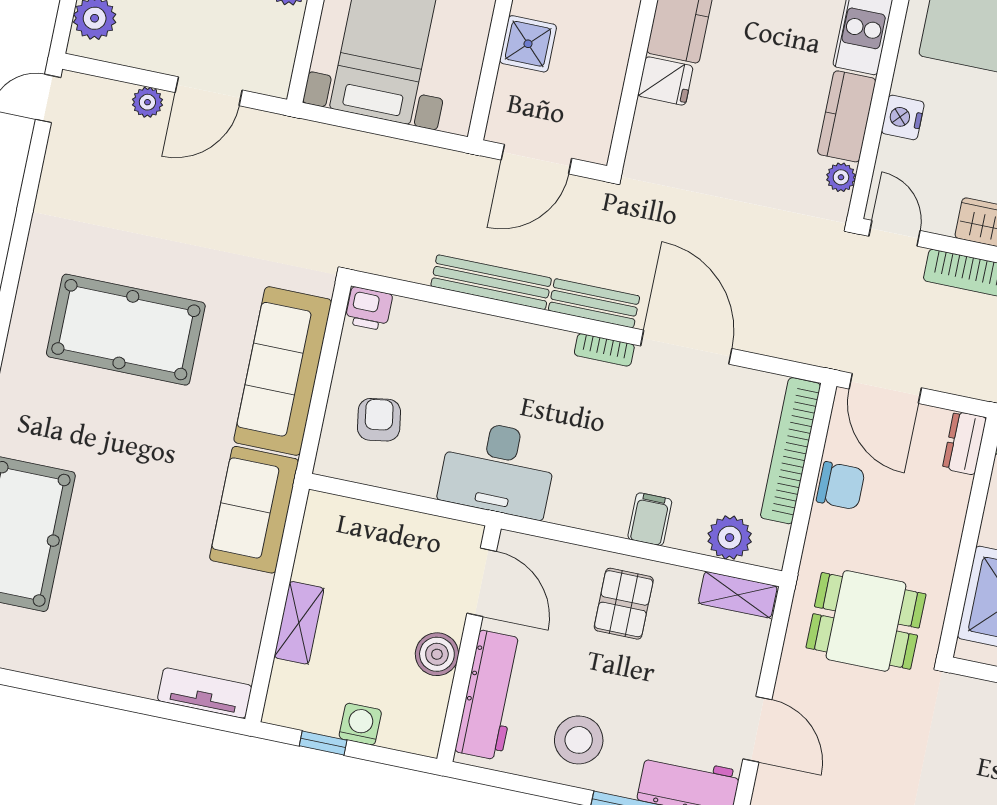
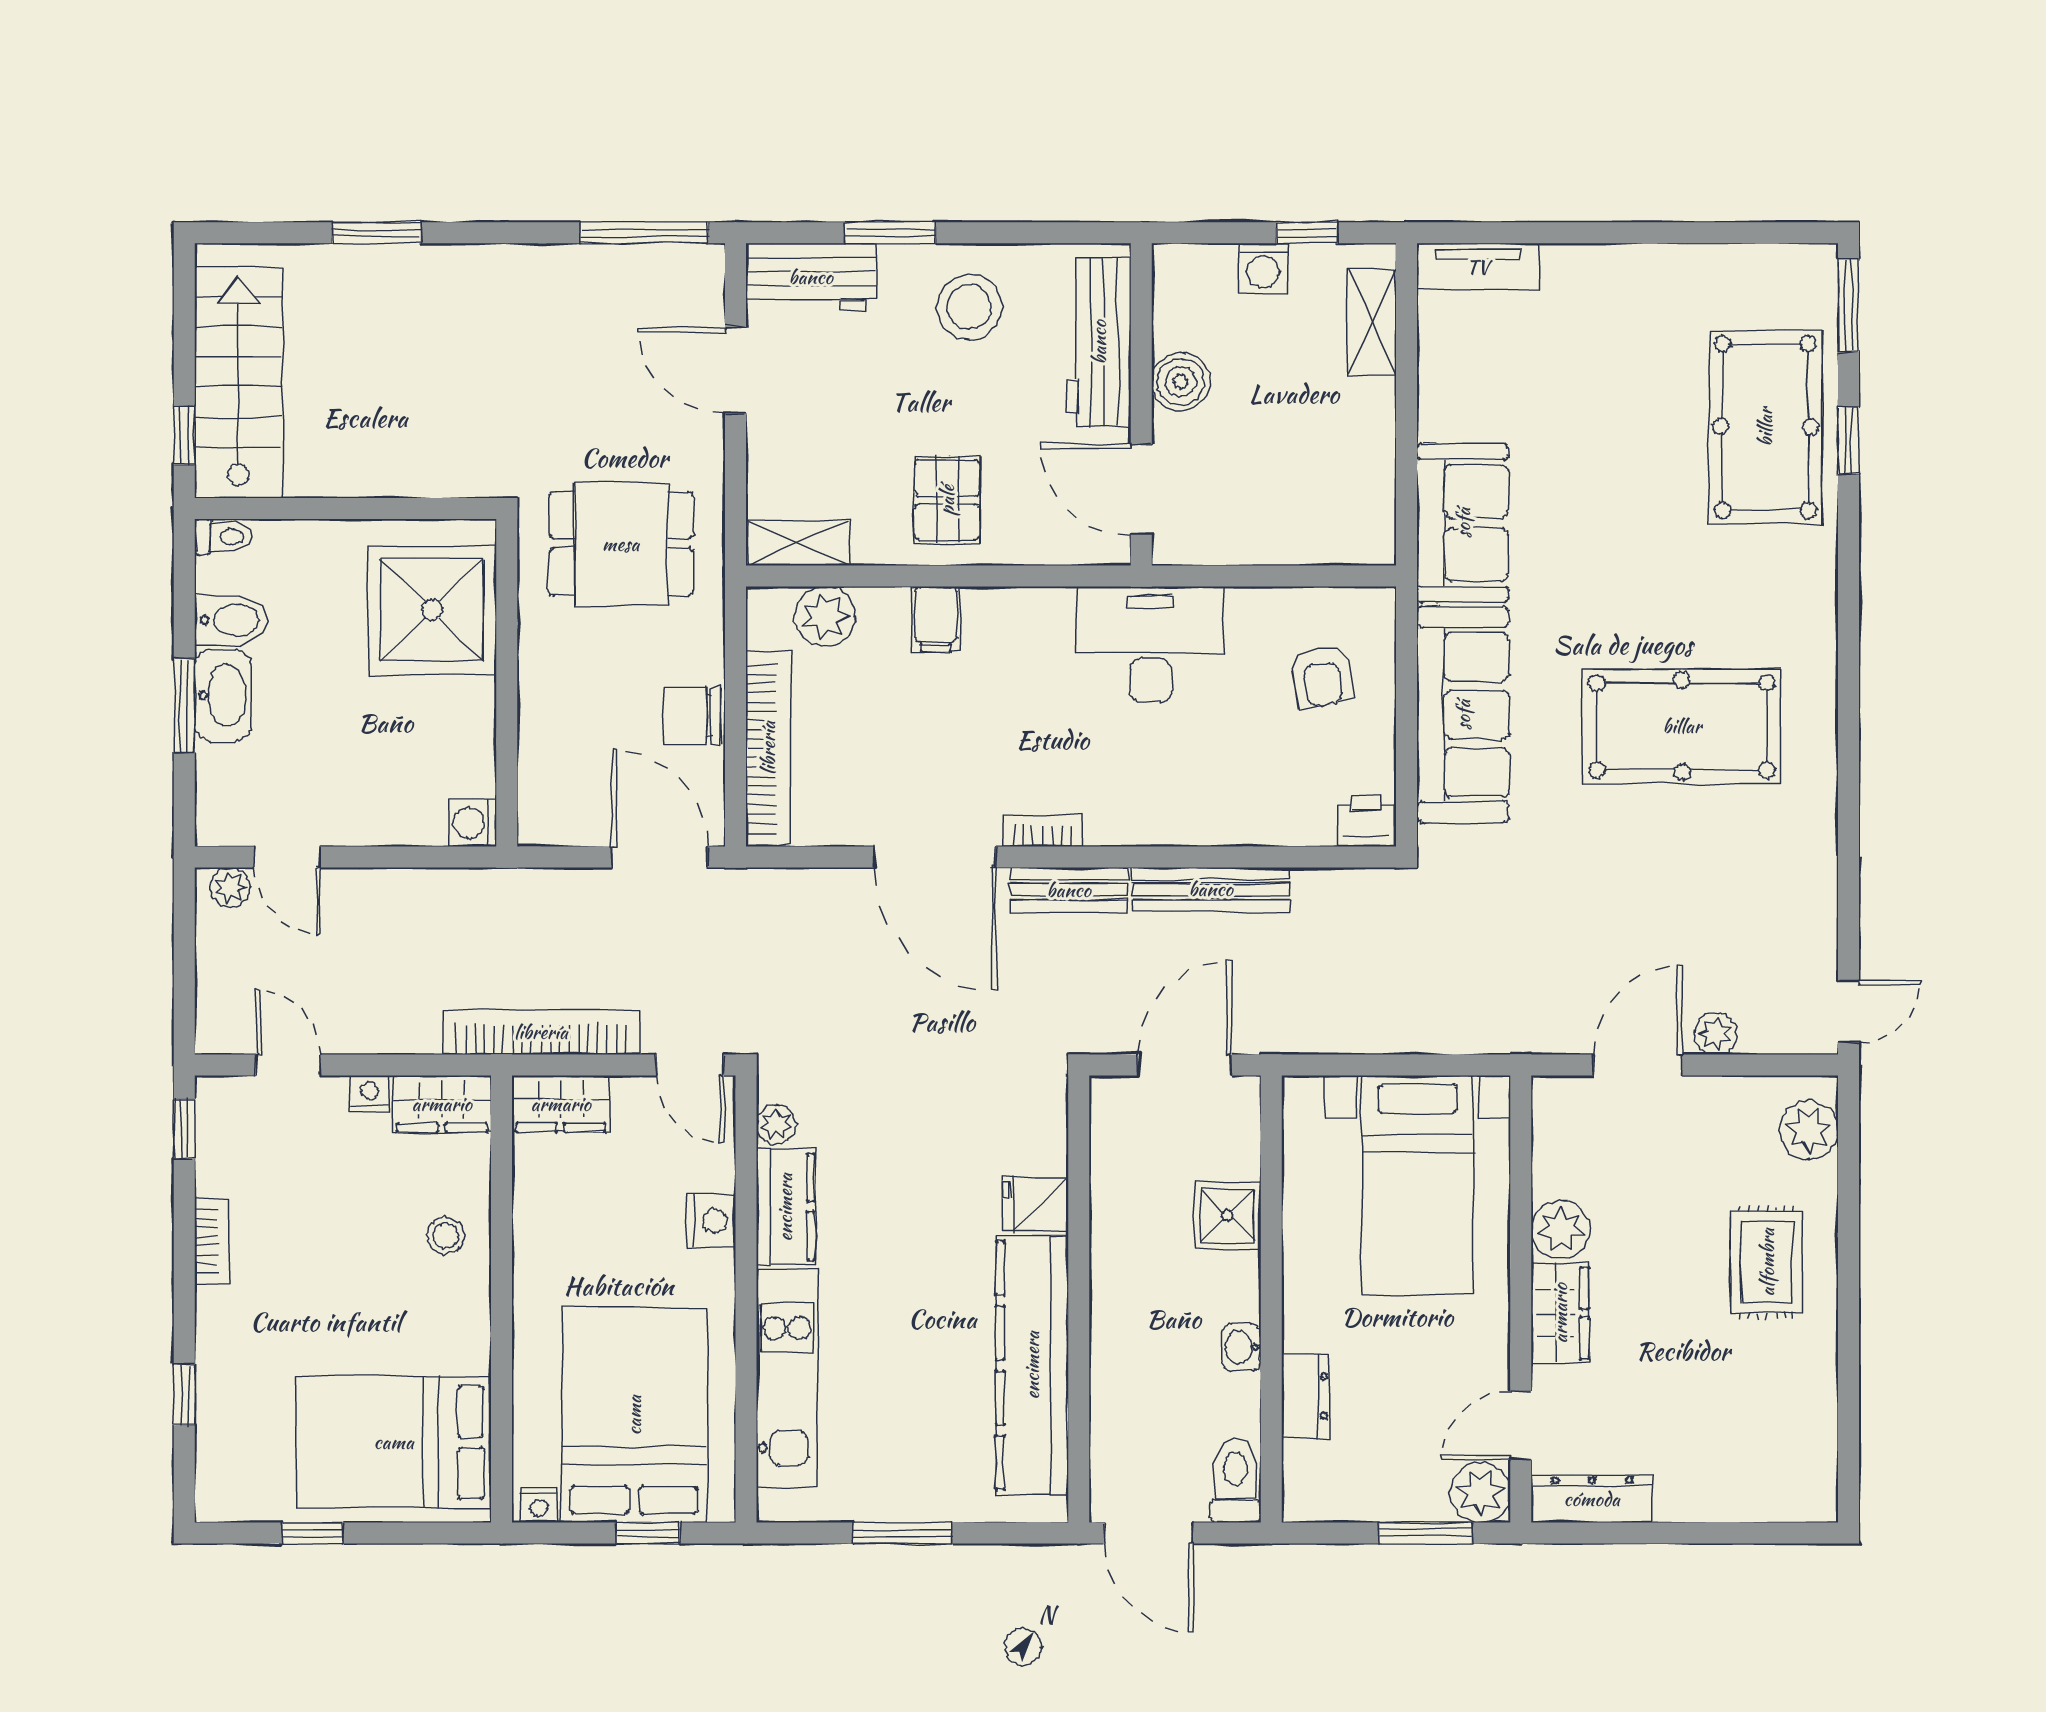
dresser: (964, 443) -> (540, 806), removed
shelving: (299, 623) -> (1372, 322), moved

